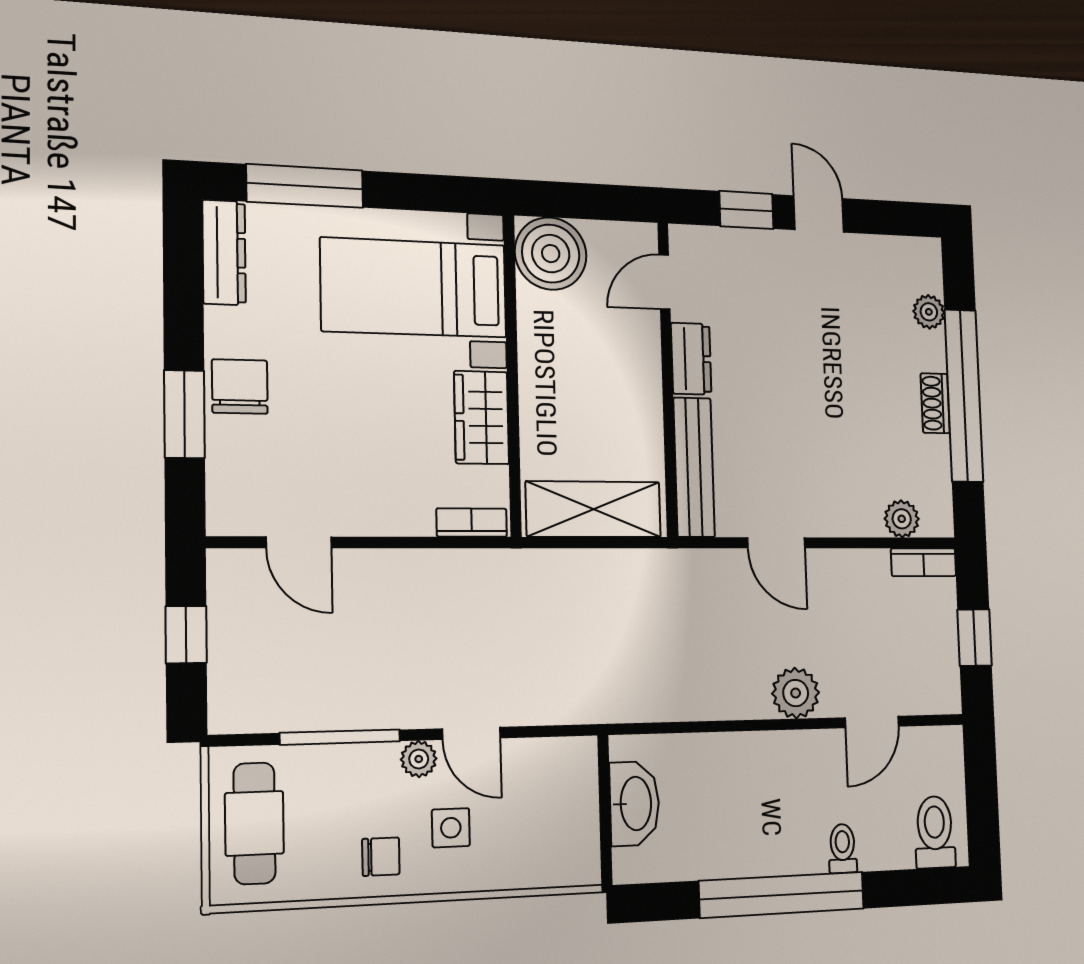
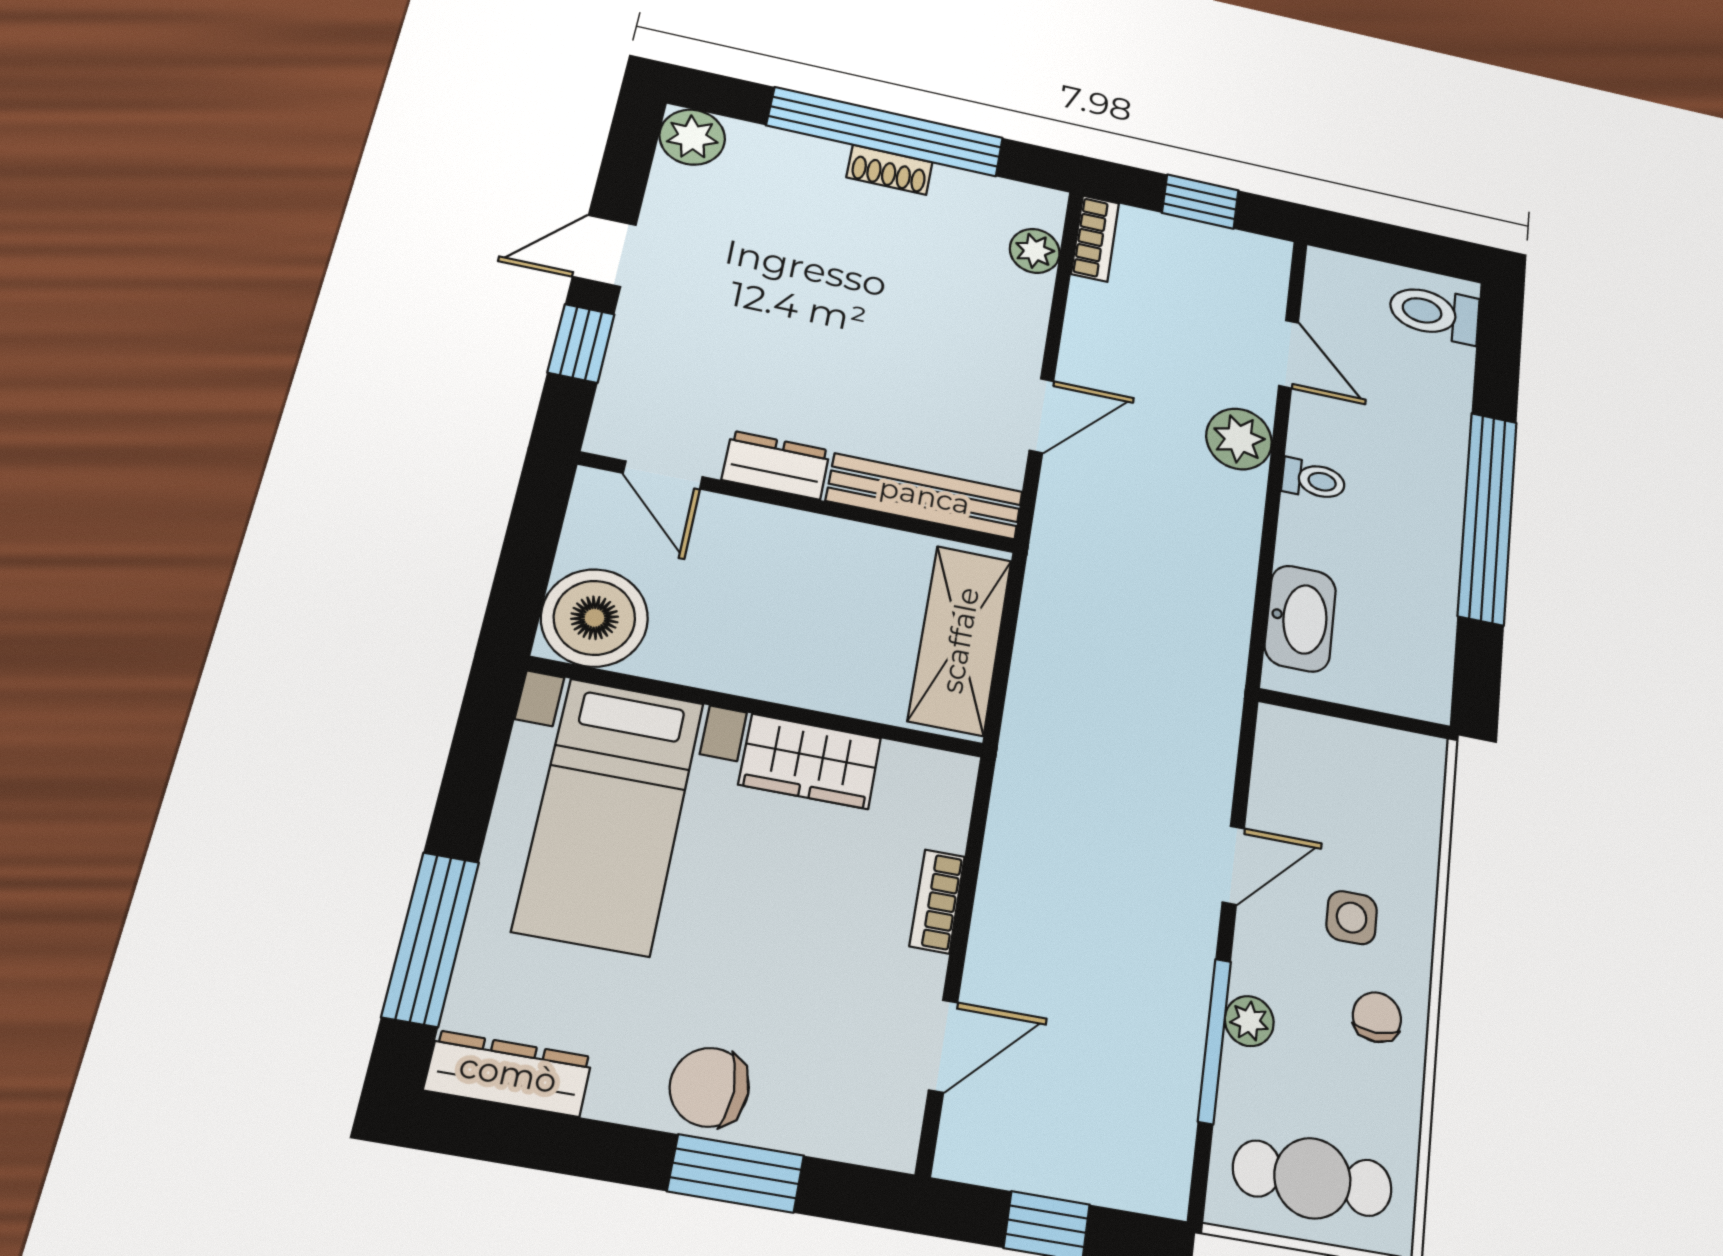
plant: (929, 312) -> (692, 137), moved, width x1.38, depth x1.38
bookcase: (472, 523) -> (937, 901), moved
plant: (419, 759) -> (1249, 1021), moved
washbasin: (634, 804) -> (1300, 618), moved, turned 90
toilet: (843, 849) -> (1314, 480), moved, turned 180

